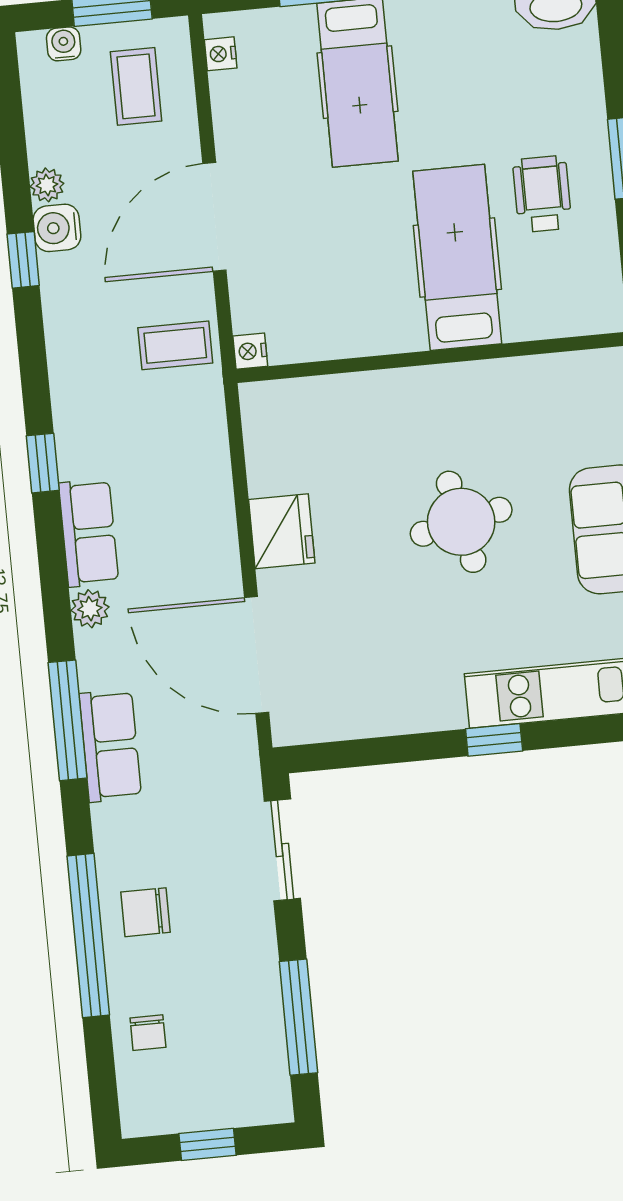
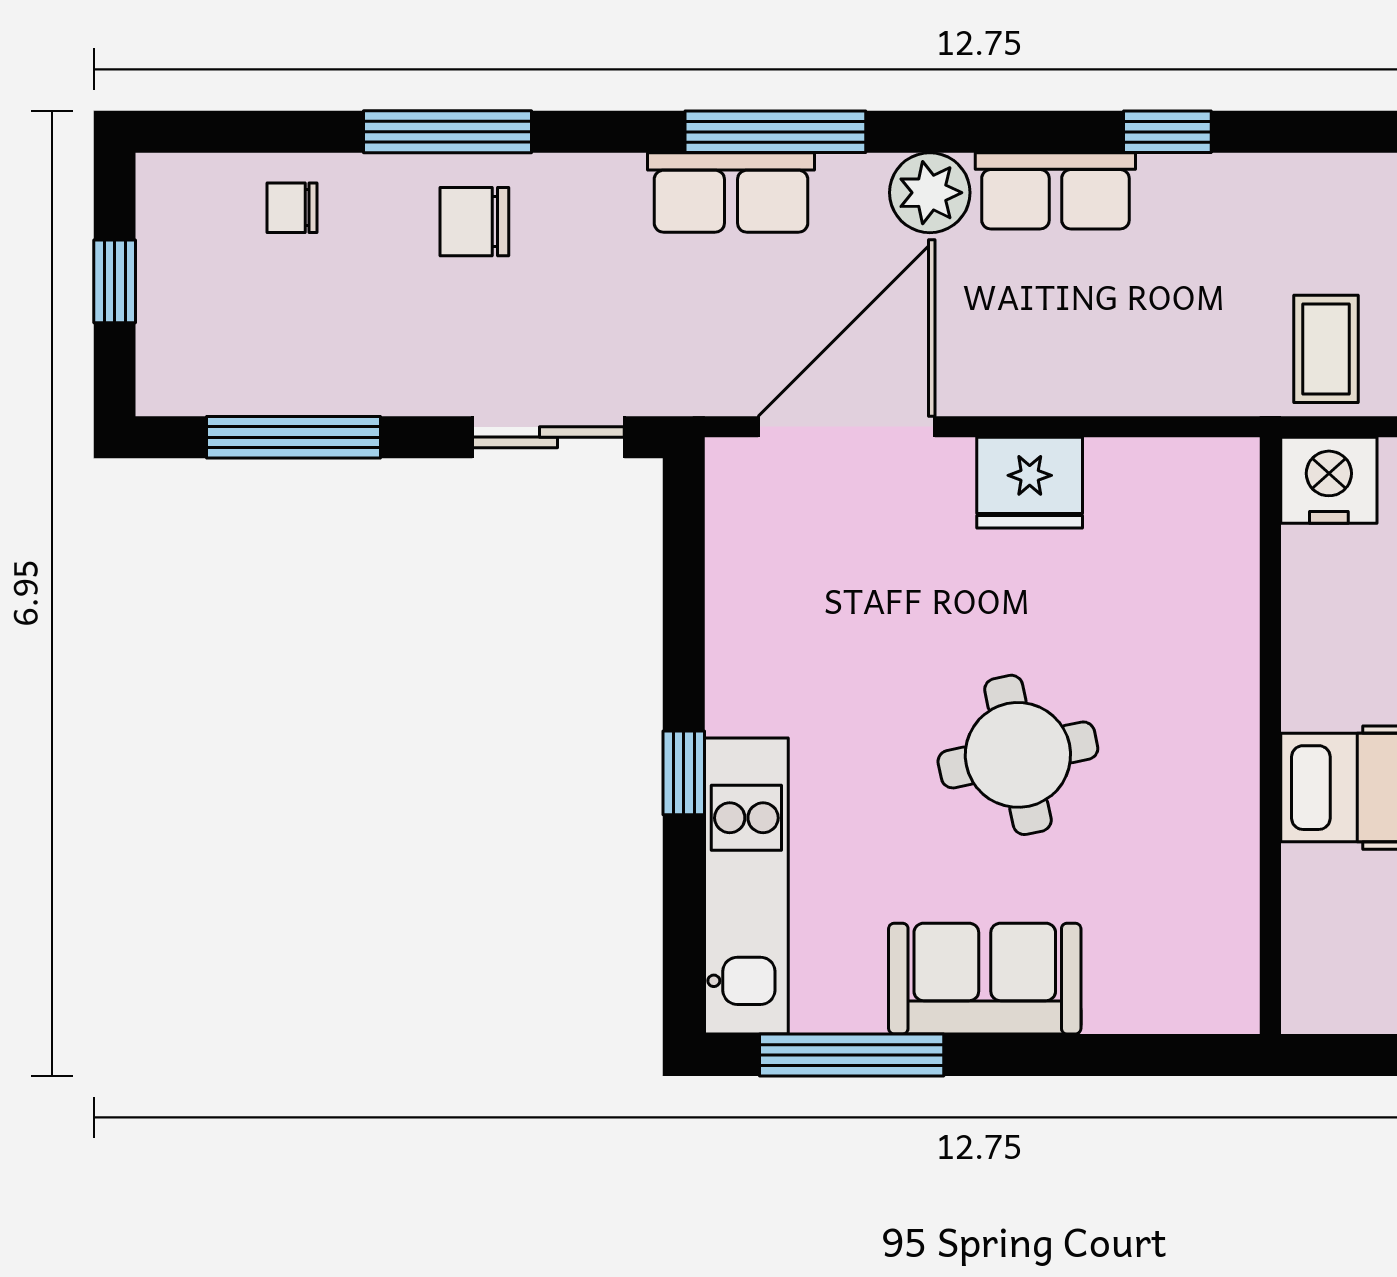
nightstand: (250, 351) -> (1329, 480), width x1.89, depth x1.79
plant: (90, 609) -> (930, 193), width x1.38, depth x1.38
chair: (146, 912) -> (474, 222), turned -90
window: (88, 935) -> (447, 132), width x0.68

